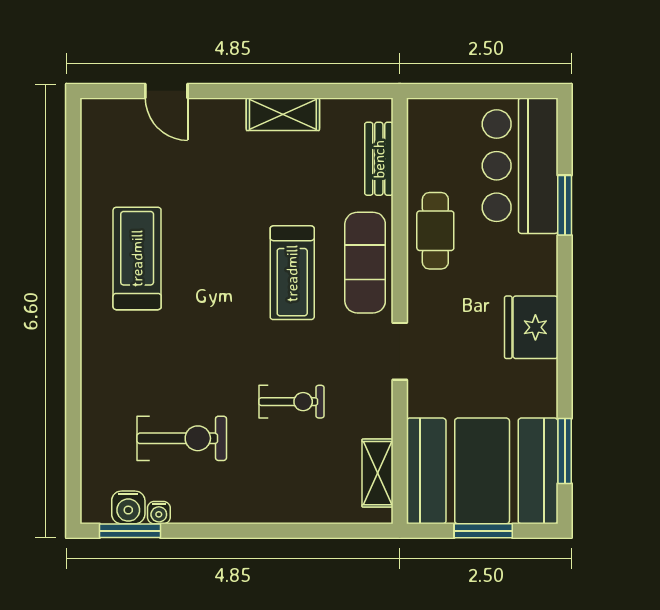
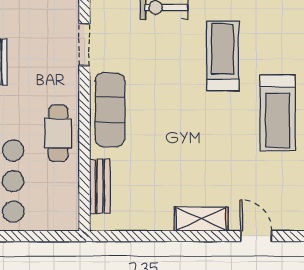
shelving: (283, 114) -> (201, 219), moved
treadmill: (292, 273) -> (223, 56), moved

